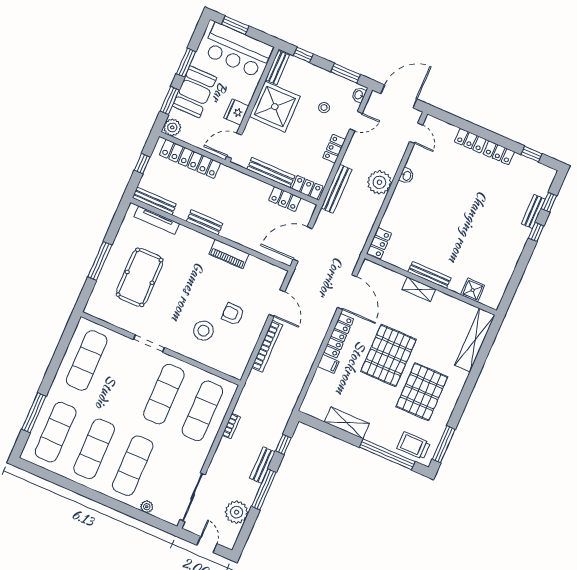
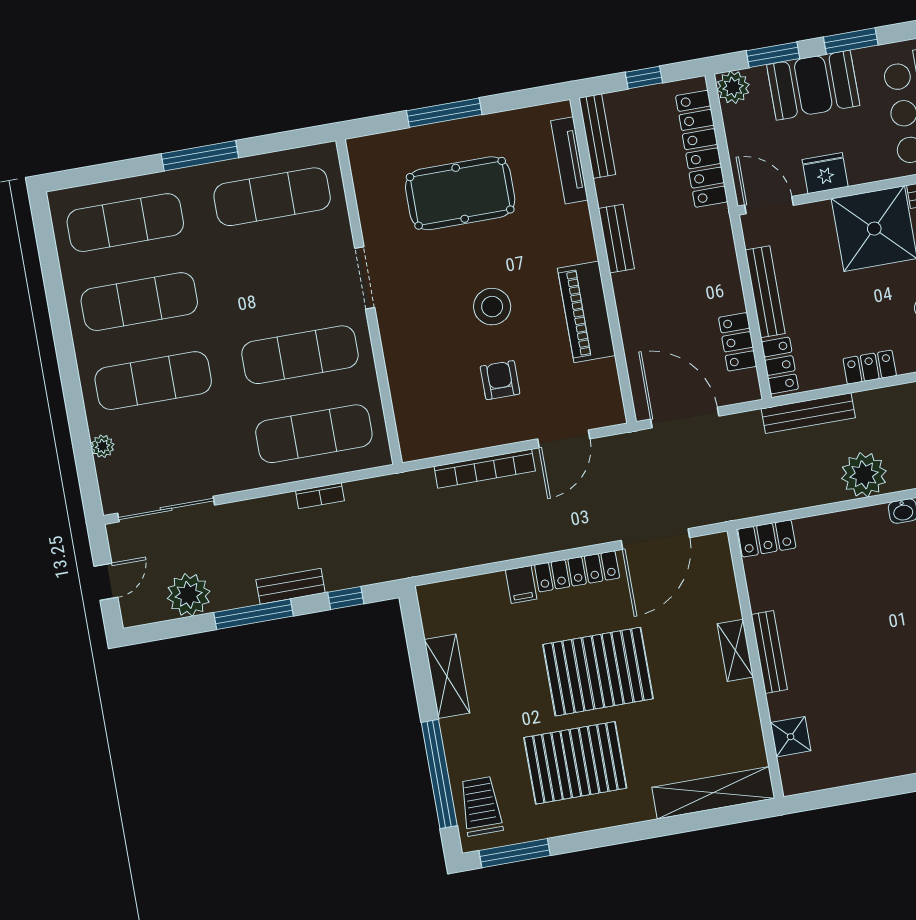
piano: (229, 254) -> (586, 312), width x1.37, depth x1.33
stool: (204, 331) -> (492, 307), moved
window: (34, 413) -> (200, 156), moved

